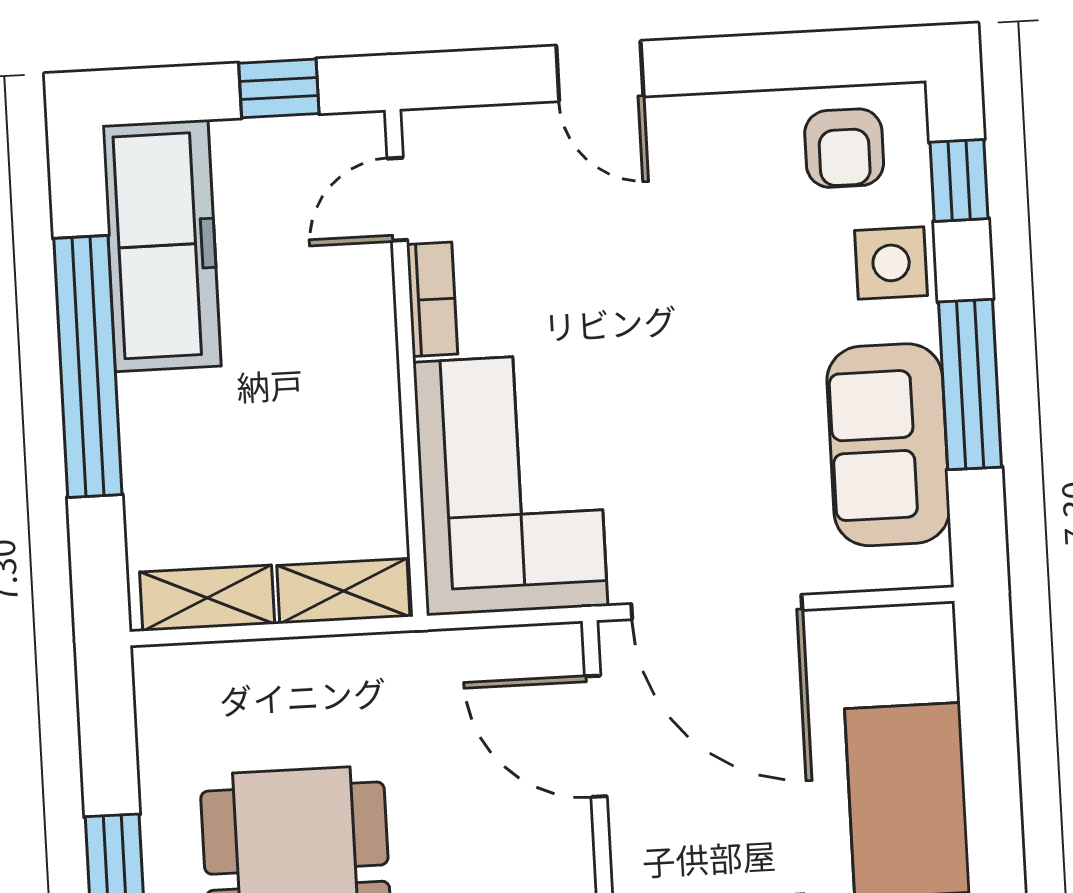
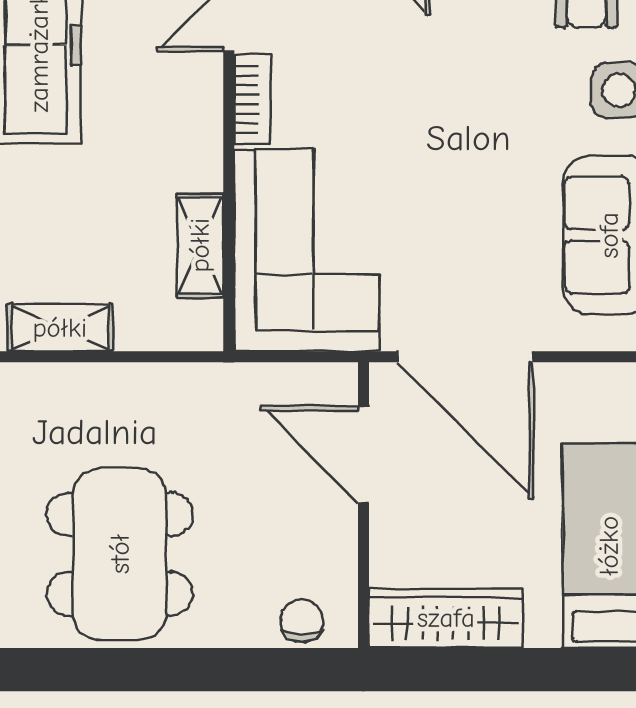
shelving: (343, 591) -> (200, 245), moved, turned 90

